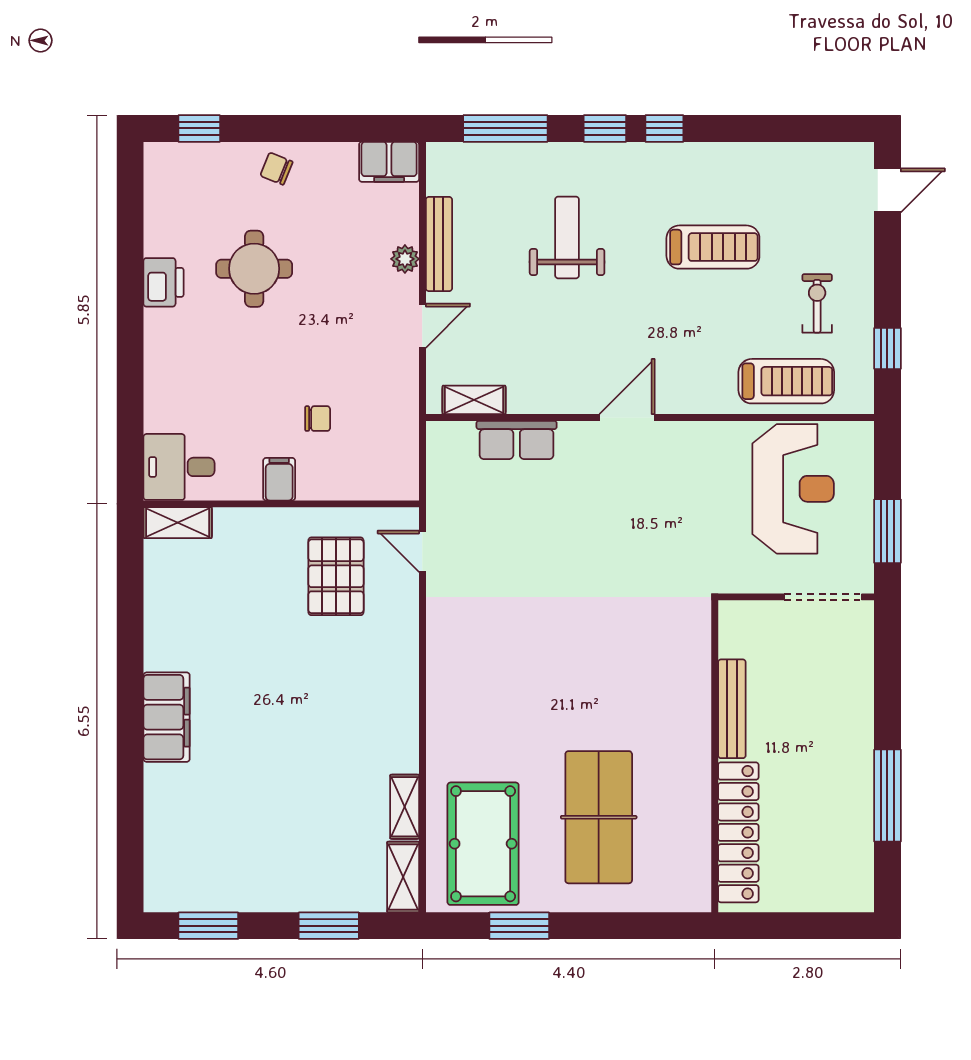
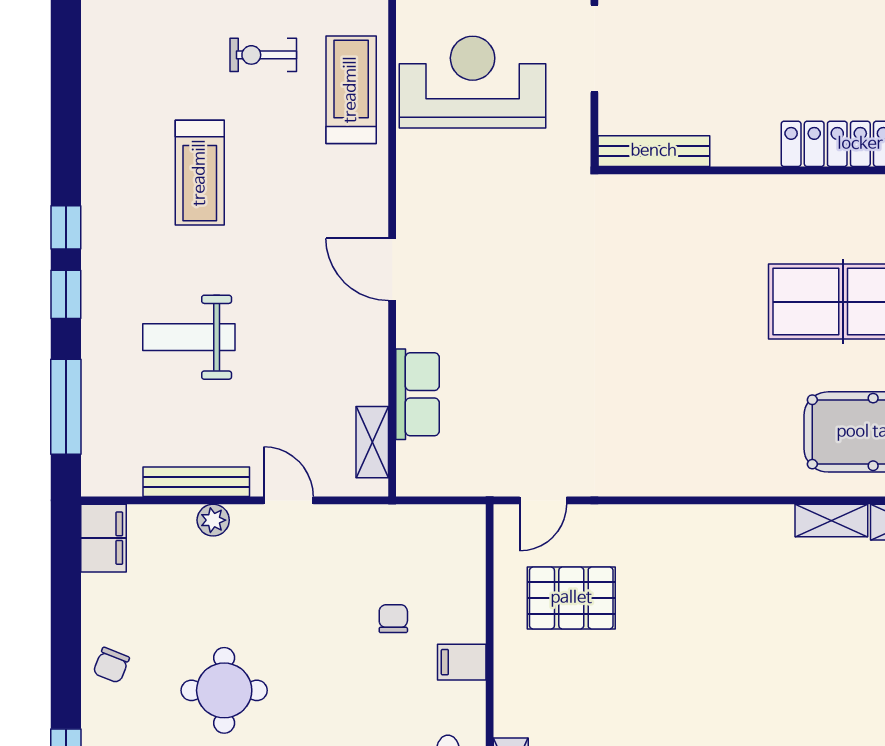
treadmill: (713, 247) -> (200, 173), turned 180
bench: (732, 709) -> (654, 151), moved

